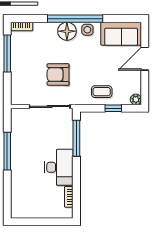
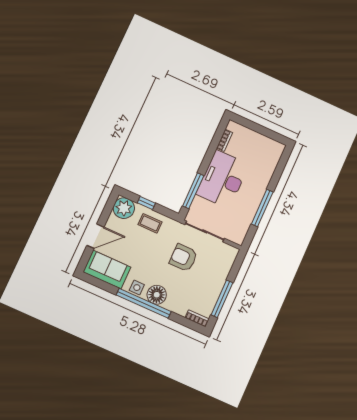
armchair: (58, 75) -> (183, 258), turned 180
plant: (136, 99) -> (124, 208), width x1.87, depth x1.87
desk: (59, 167) -> (223, 179), width x1.36, depth x1.30

